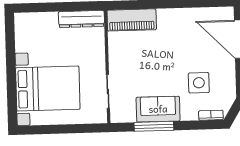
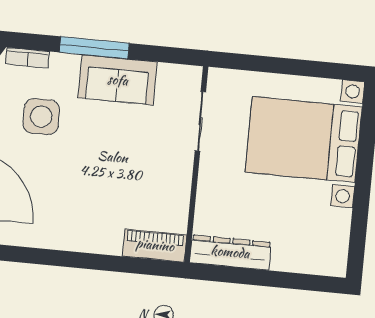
piano: (132, 20) -> (155, 245), width x0.73, depth x0.75
window: (154, 126) -> (94, 48), moved

